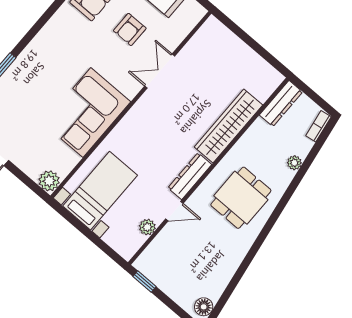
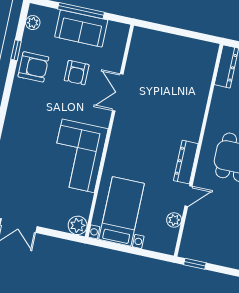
wardrobe: (228, 126) -> (195, 106), removed

